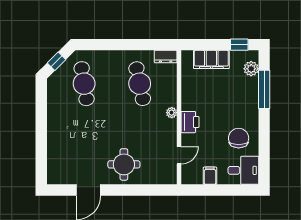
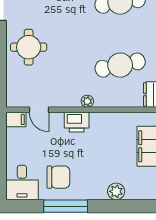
plant: (251, 69) -> (116, 191), moved
window: (264, 89) -> (66, 206), moved
filing cabinet: (210, 176) -> (16, 119), moved

